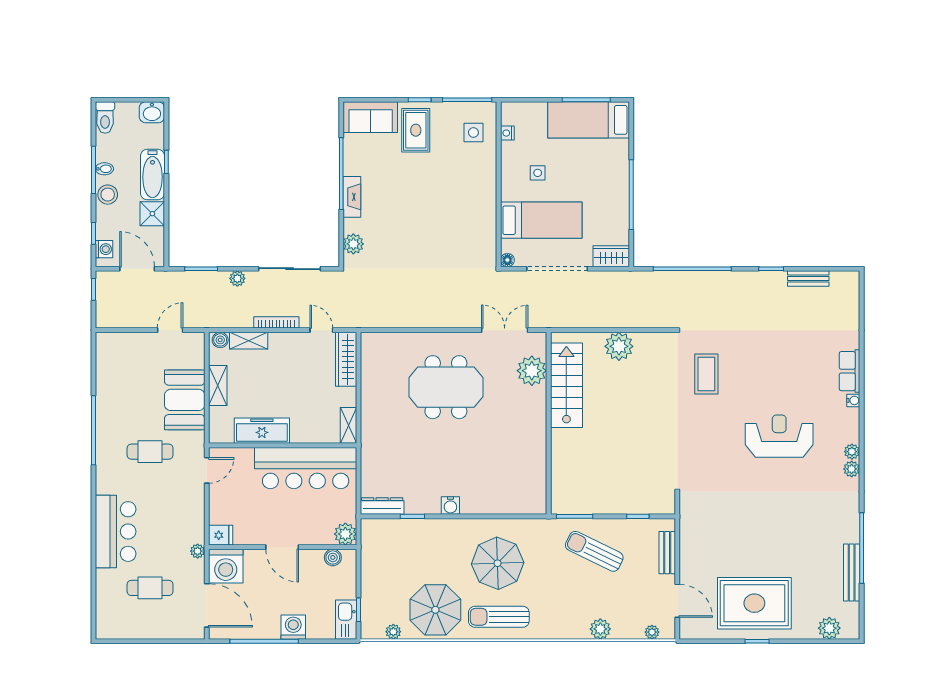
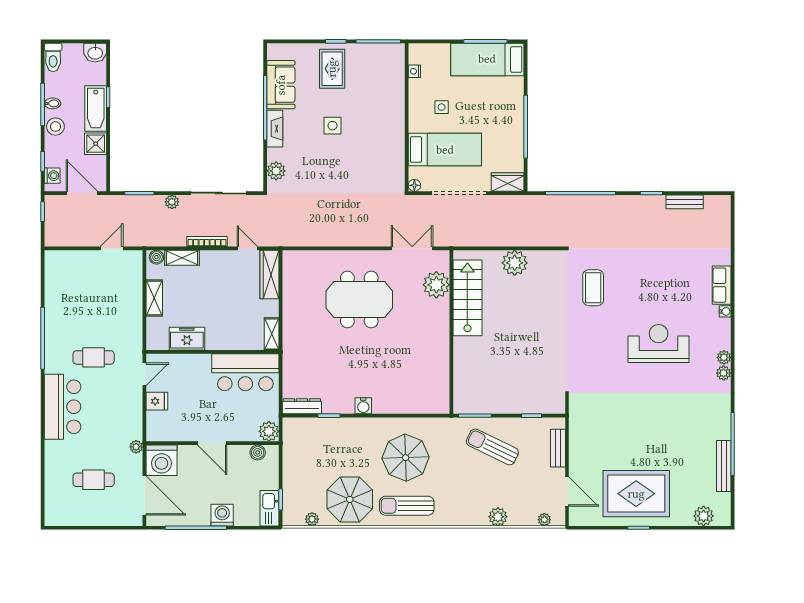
sofa: (371, 117) -> (281, 85), moved, turned -90
side table: (473, 132) -> (332, 126), moved
booth: (185, 400) -> (125, 311), removed
freezer: (262, 431) -> (187, 339), width x0.71
bar counter: (306, 468) -> (245, 372), width x0.73
bar counter: (116, 532) -> (63, 407), moved
fridge: (221, 535) -> (157, 401), moved

